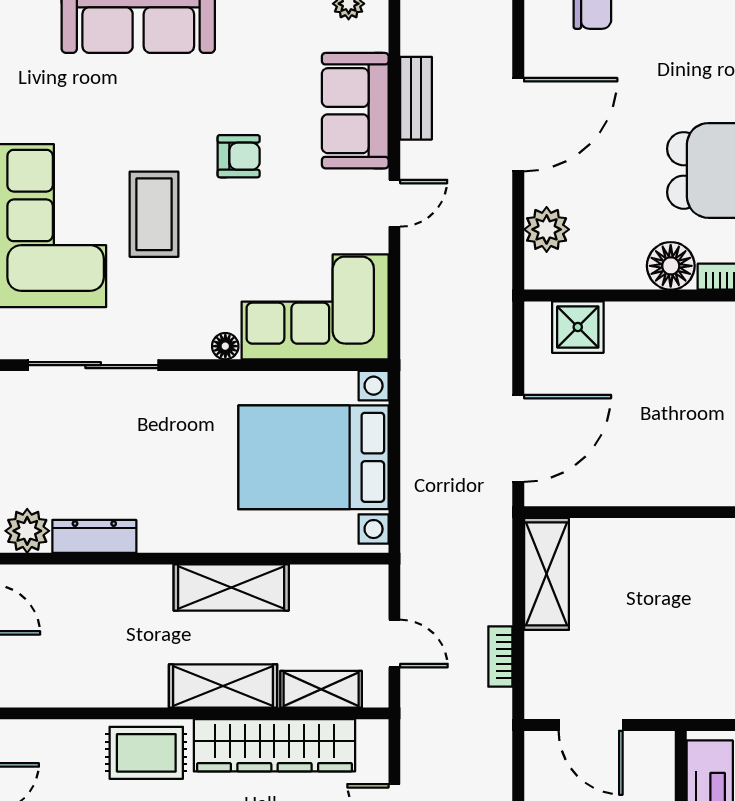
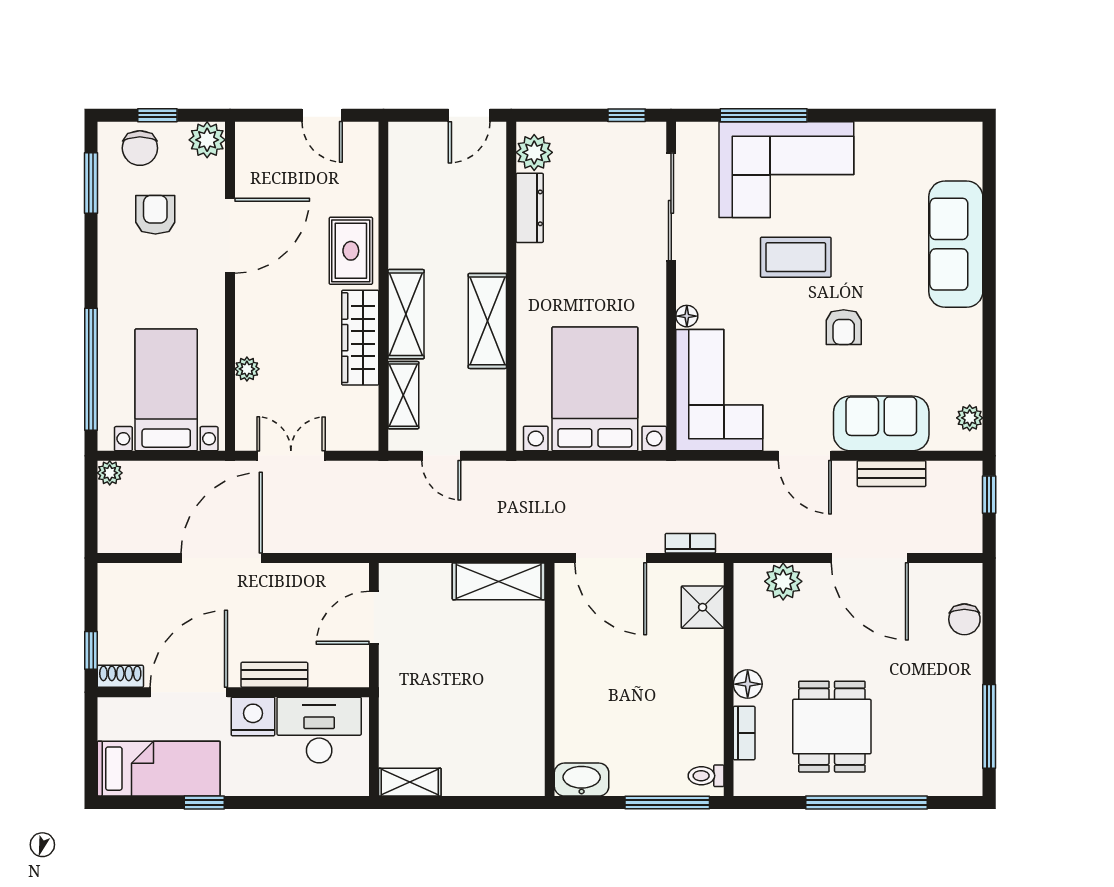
door: (394, 203) -> (805, 456), width x1.38
floor lamp: (671, 266) -> (748, 684), width x0.73, depth x0.73
door: (394, 644) -> (441, 456), hinge flipped
bookcase: (500, 656) -> (690, 543), moved
wardrobe: (274, 745) -> (360, 338), width x0.71, depth x0.85

